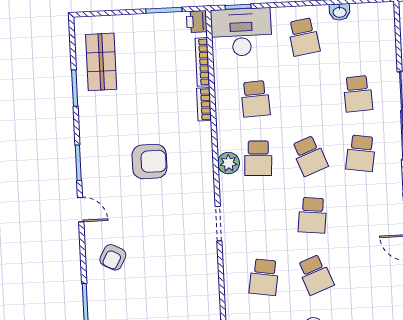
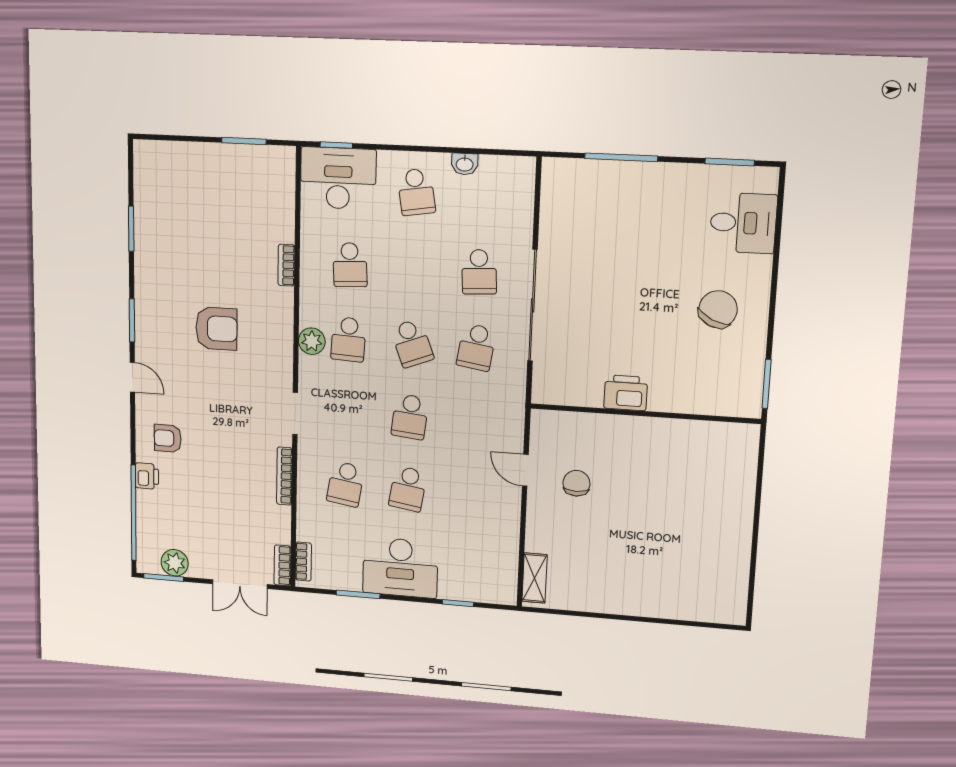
printer: (197, 22) -> (147, 476), moved, turned 180
shop shelf: (101, 62) -> (164, 199), removed
bookcase: (202, 62) -> (284, 476), moved
armchair: (113, 257) -> (168, 438), turned 62
school desk: (315, 275) -> (408, 489), turned 30

